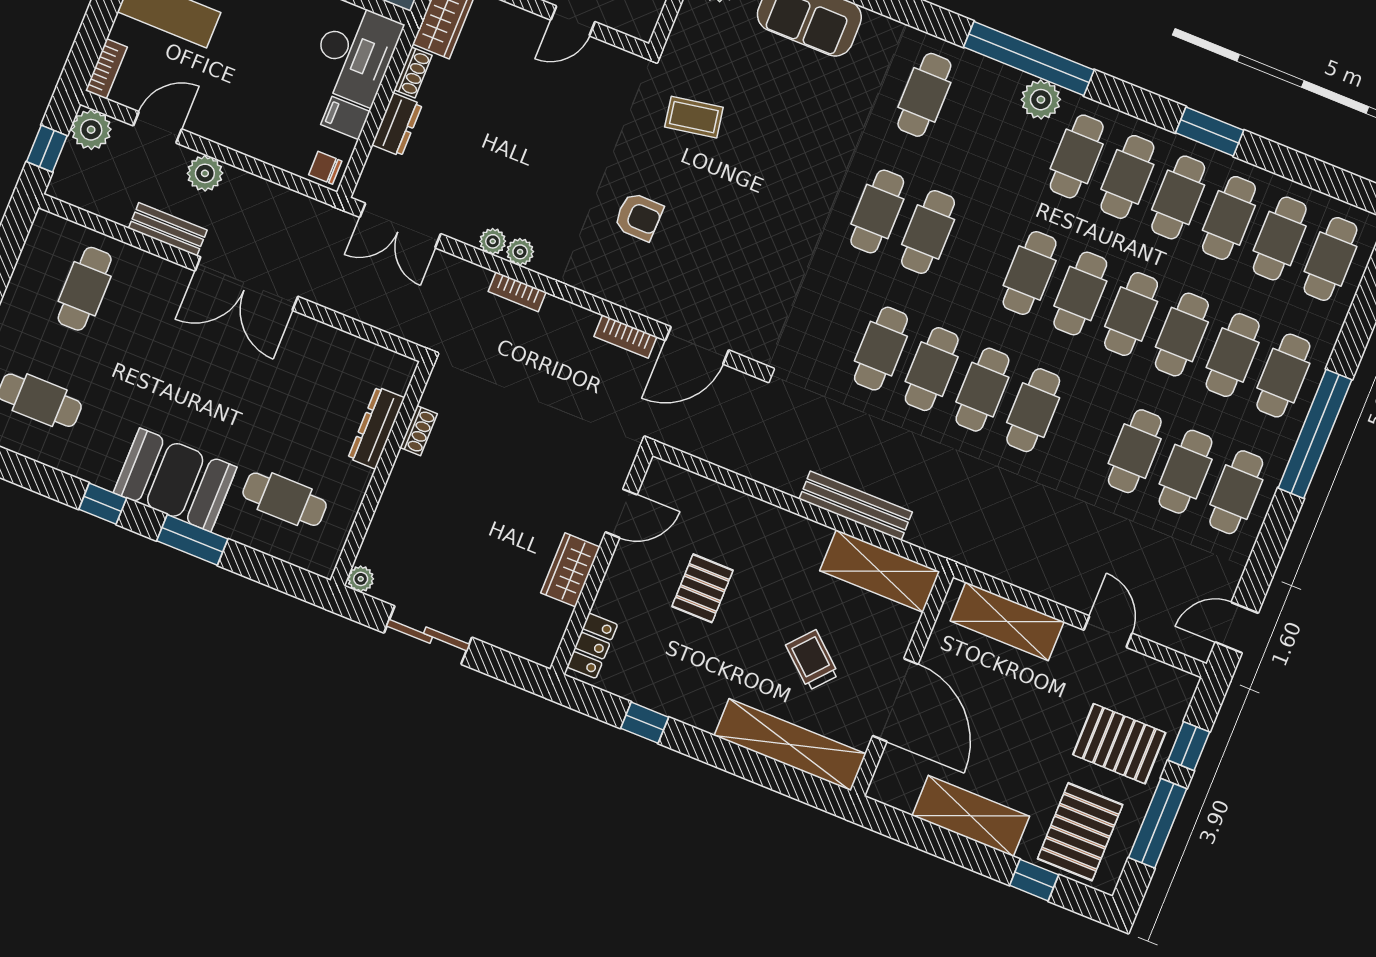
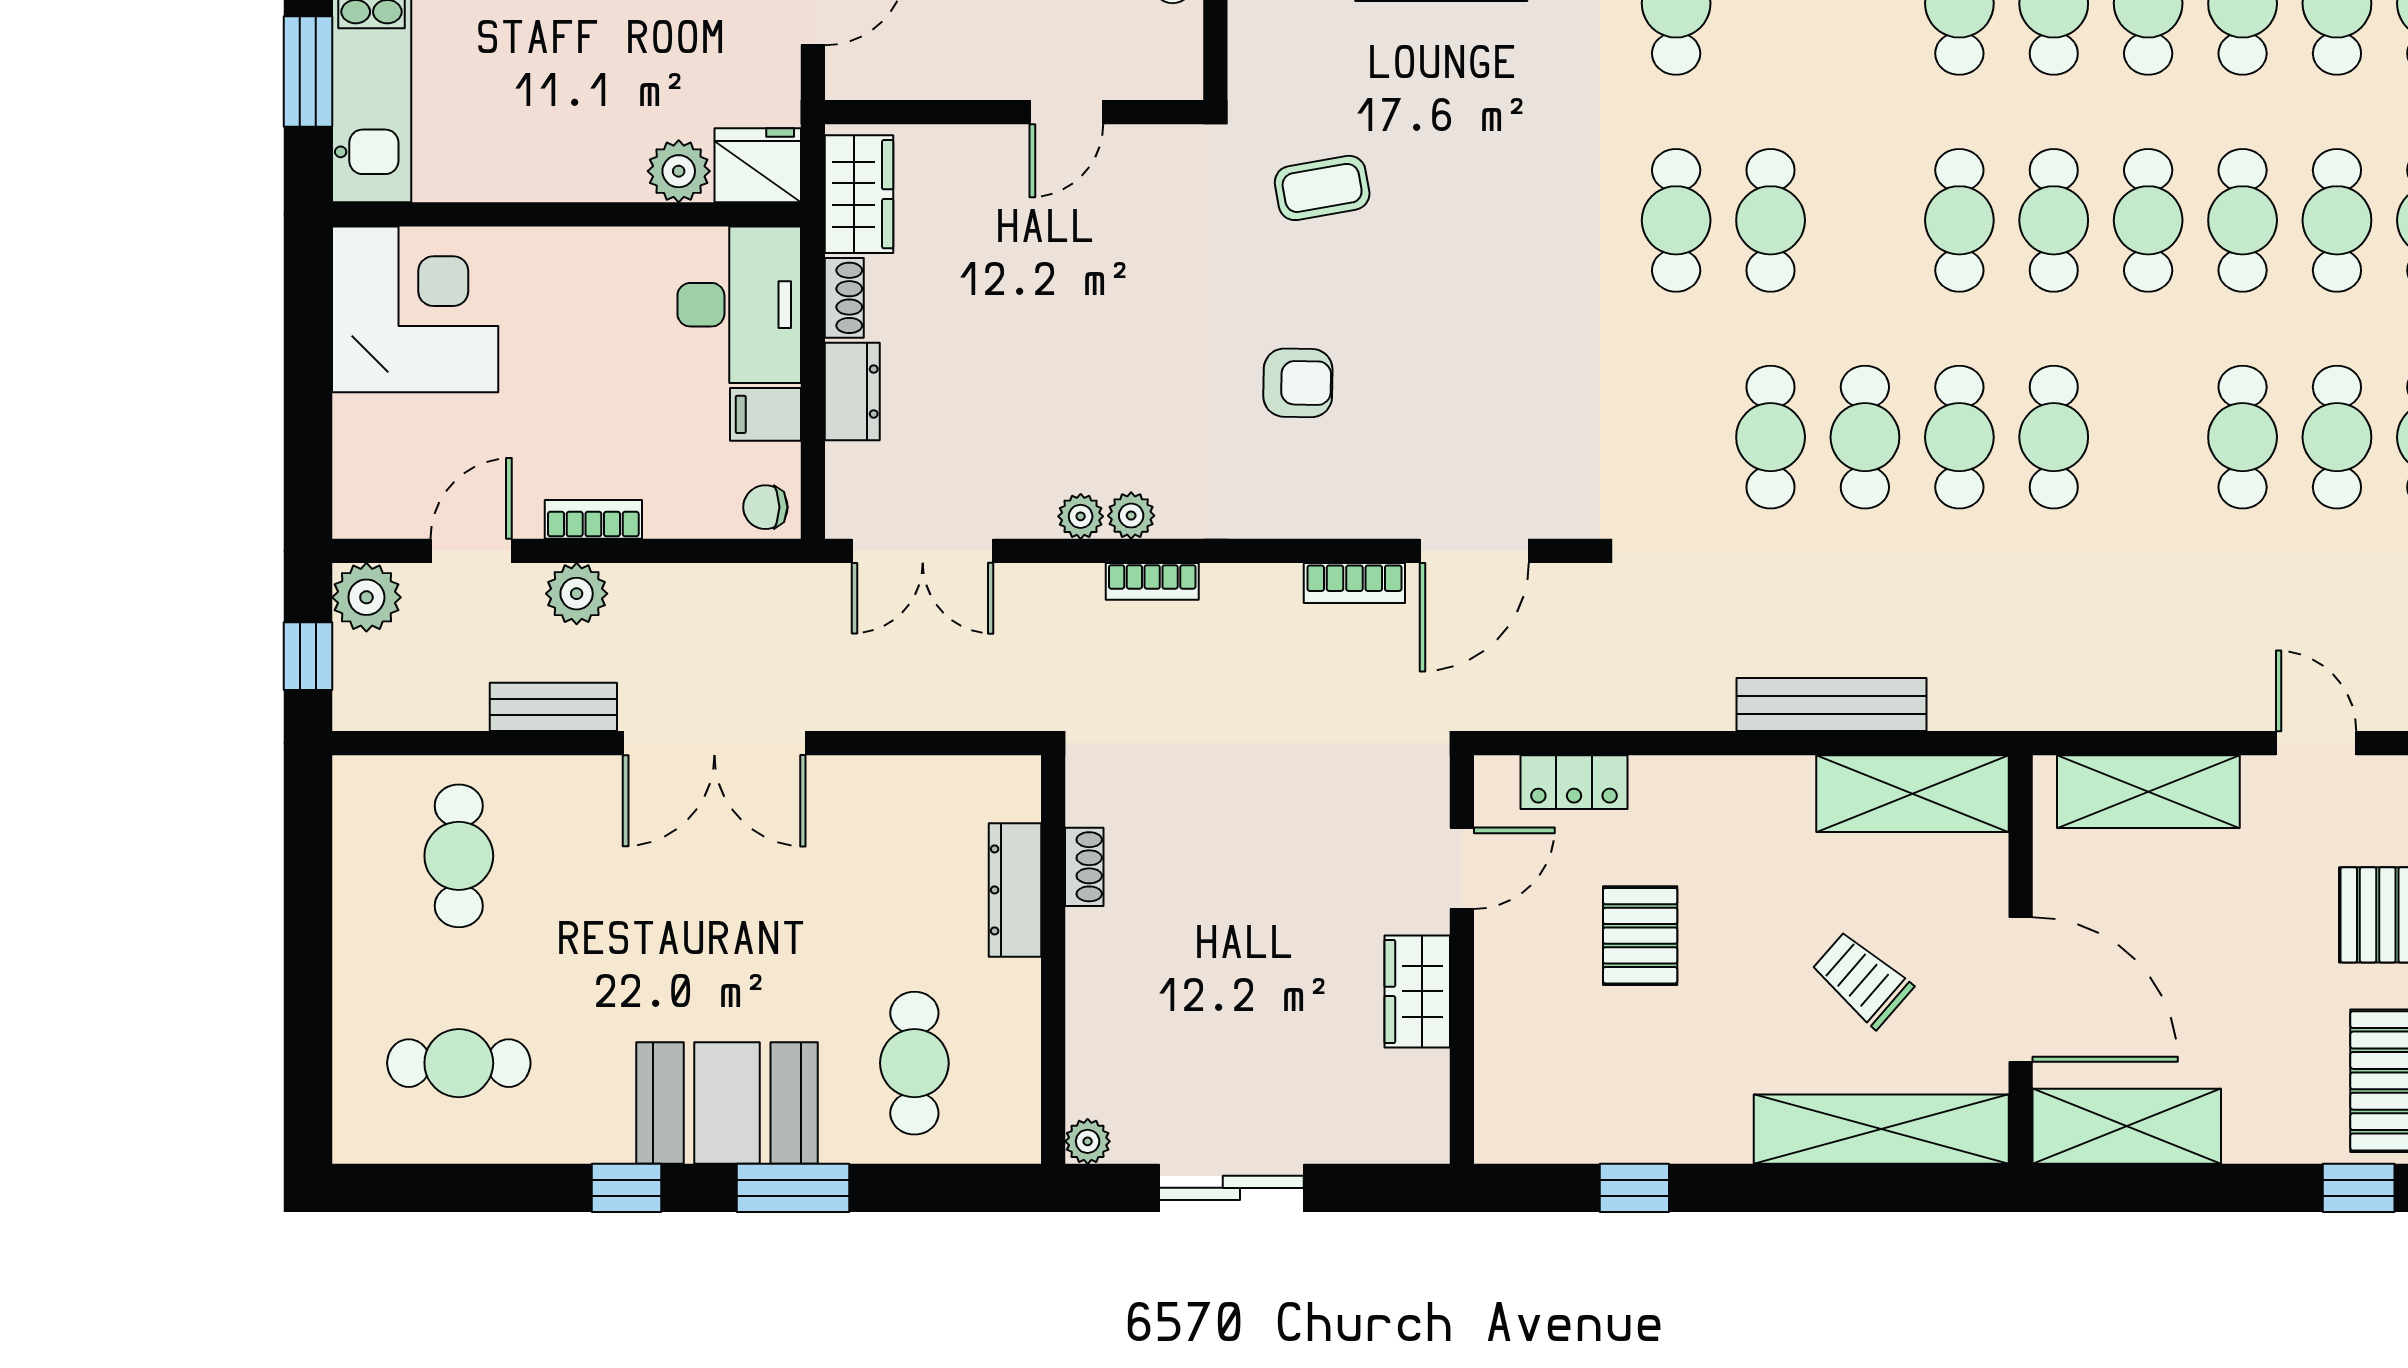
bookcase: (106, 69) -> (593, 519), moved, turned -90
cafe table: (285, 499) -> (914, 1063), turned 90
locker: (592, 646) -> (1574, 782), moved, turned 90
shelving: (971, 816) -> (2127, 1126), moved

